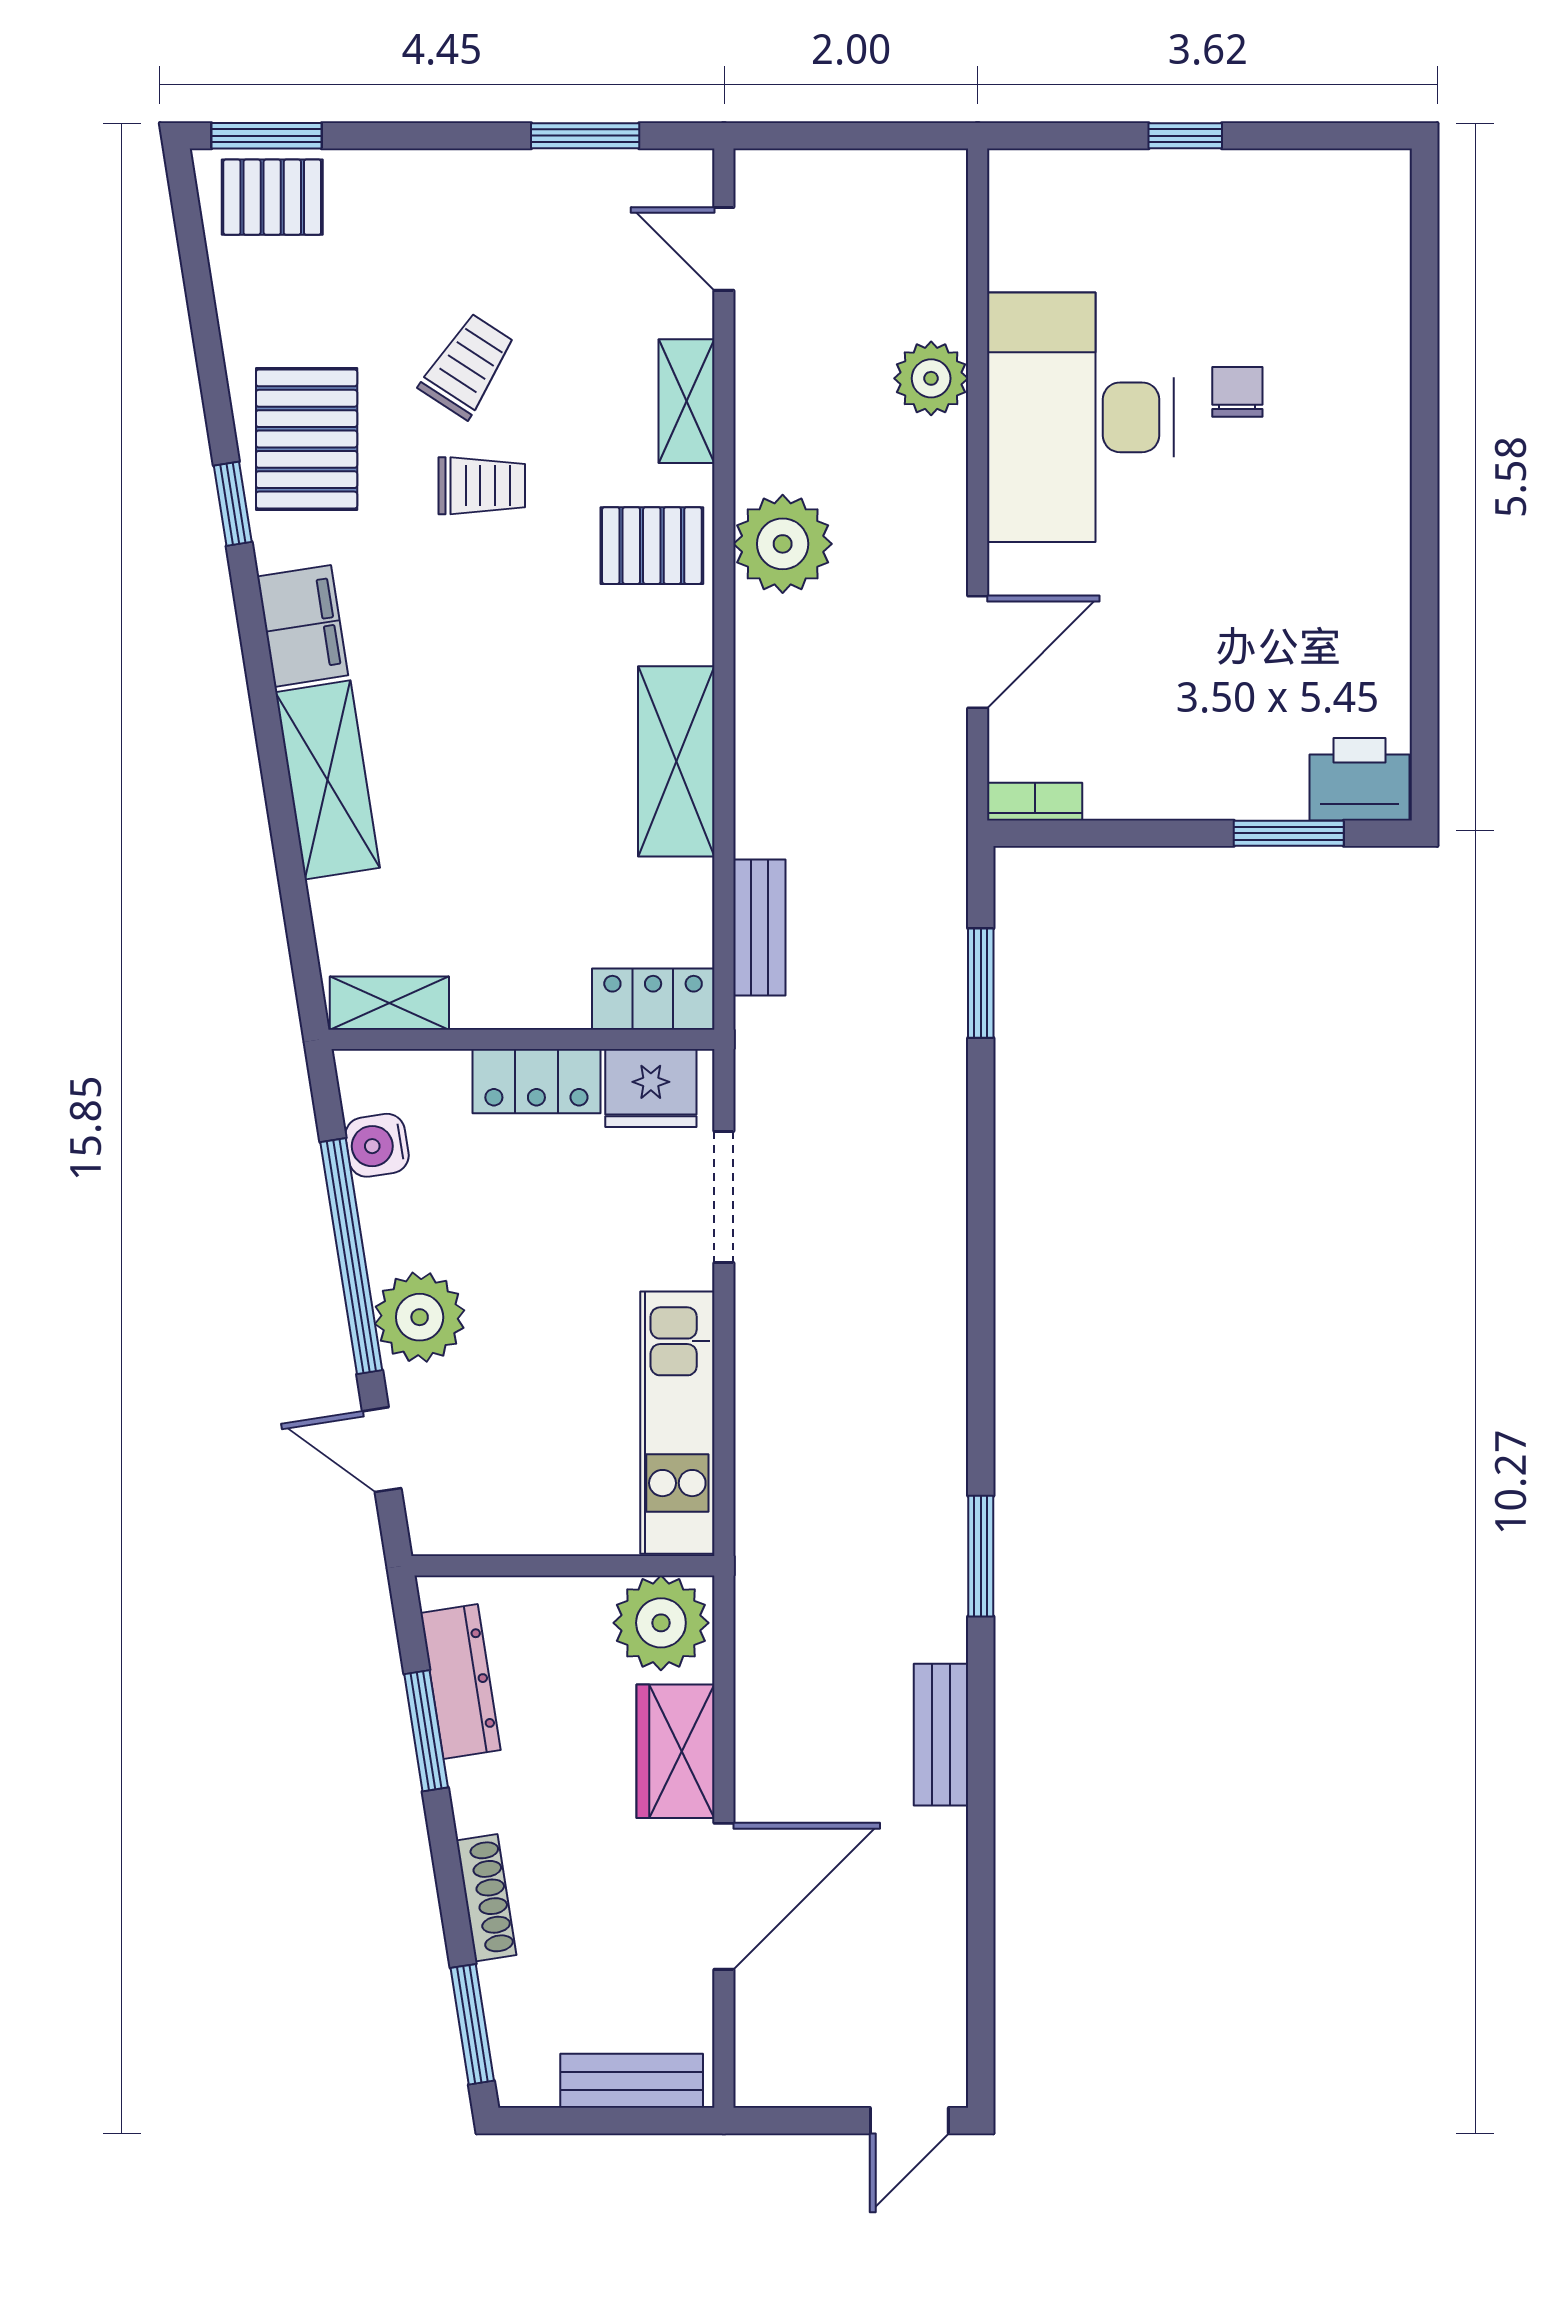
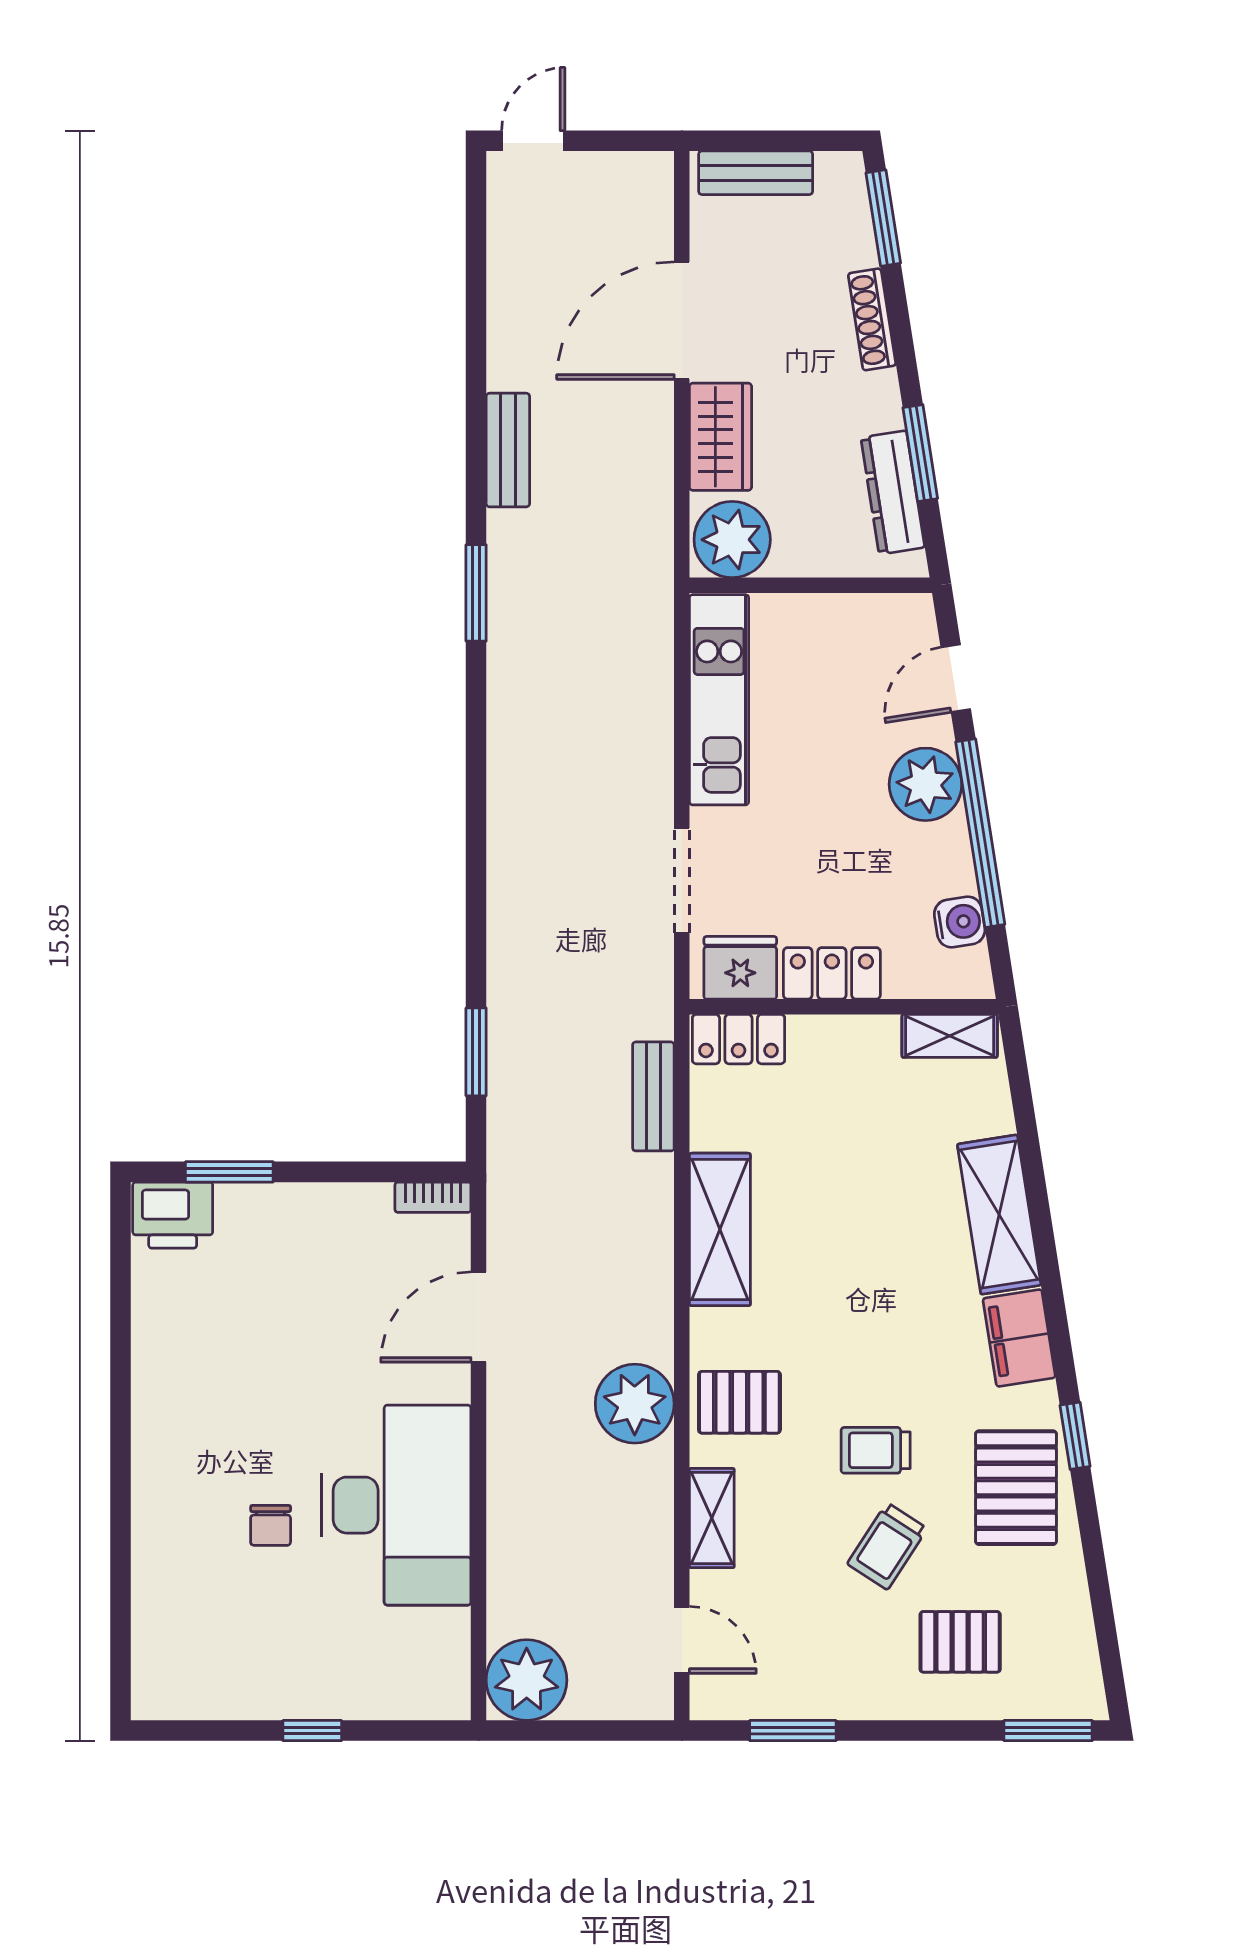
pallet: (272, 197) -> (960, 1642), moved
plant: (931, 378) -> (527, 1680), moved, width x1.36, depth x1.36
door: (382, 1450) -> (956, 678), swing flipped

